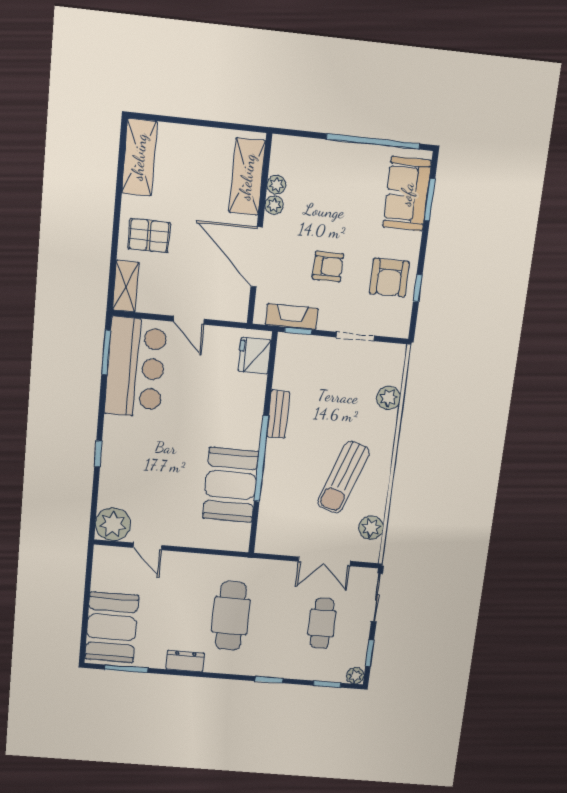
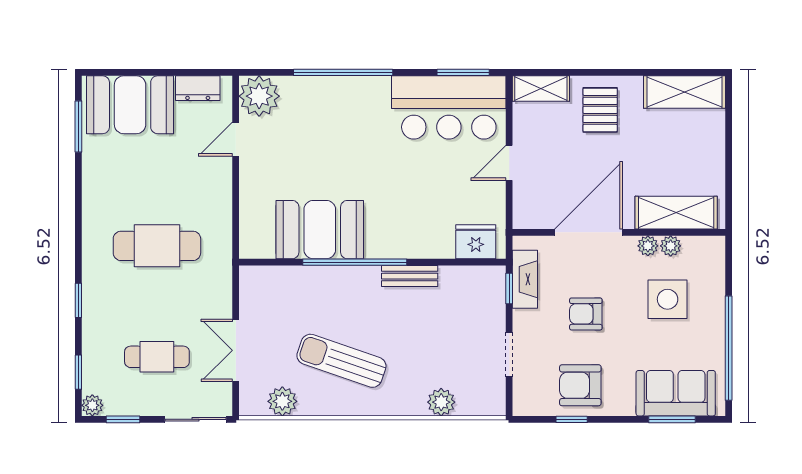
side table: (323, 192) -> (668, 299), added
armchair: (328, 267) -> (586, 314), turned 90
window: (98, 454) -> (343, 72), width x3.17
dresser: (185, 661) -> (198, 88), moved, turned 90

